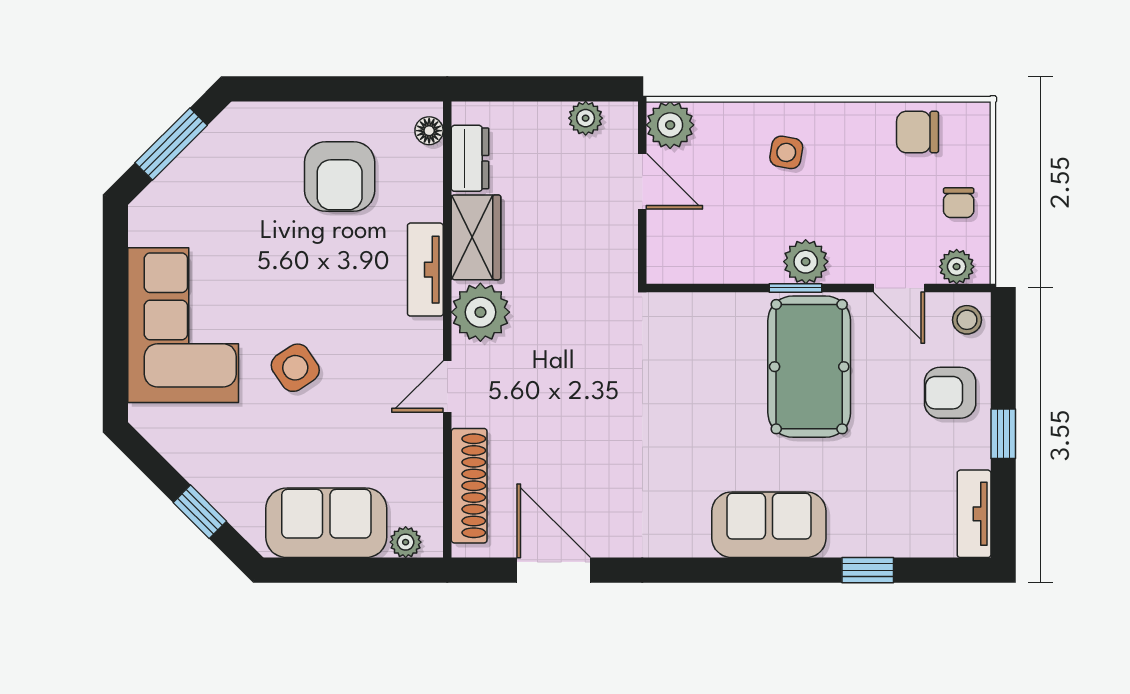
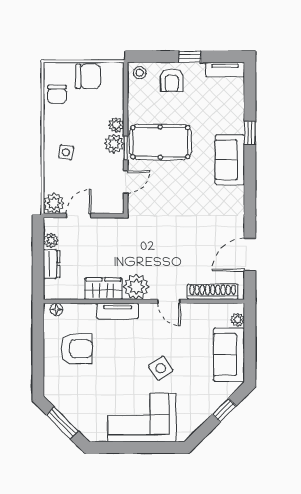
dresser: (470, 158) -> (52, 264), moved, turned 90
chair: (959, 203) -> (88, 76), width x1.87, depth x1.87
plant: (957, 267) -> (116, 125), moved
door: (899, 288) -> (126, 182), moved
window: (868, 570) -> (250, 133), moved

